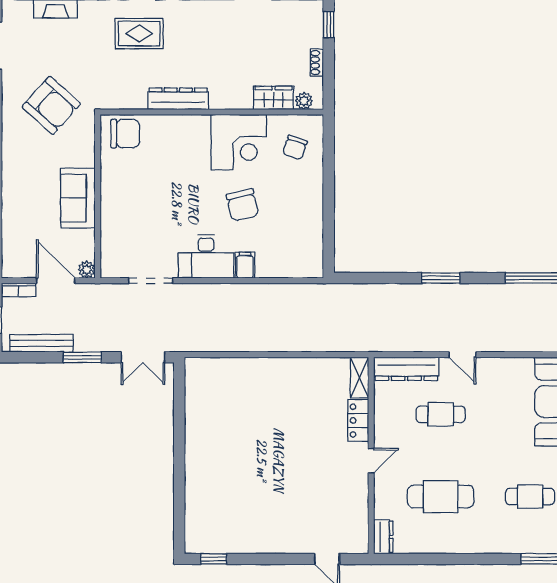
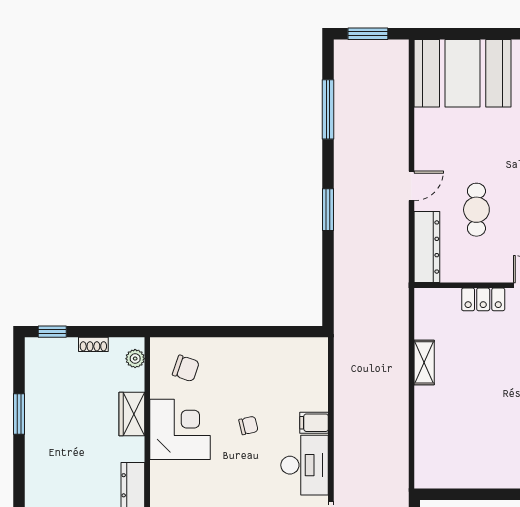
wardrobe: (274, 98) -> (132, 414), moved
chair: (242, 205) -> (248, 425), width x0.54, depth x0.54
shelving: (360, 378) -> (424, 362), moved, turned 90

